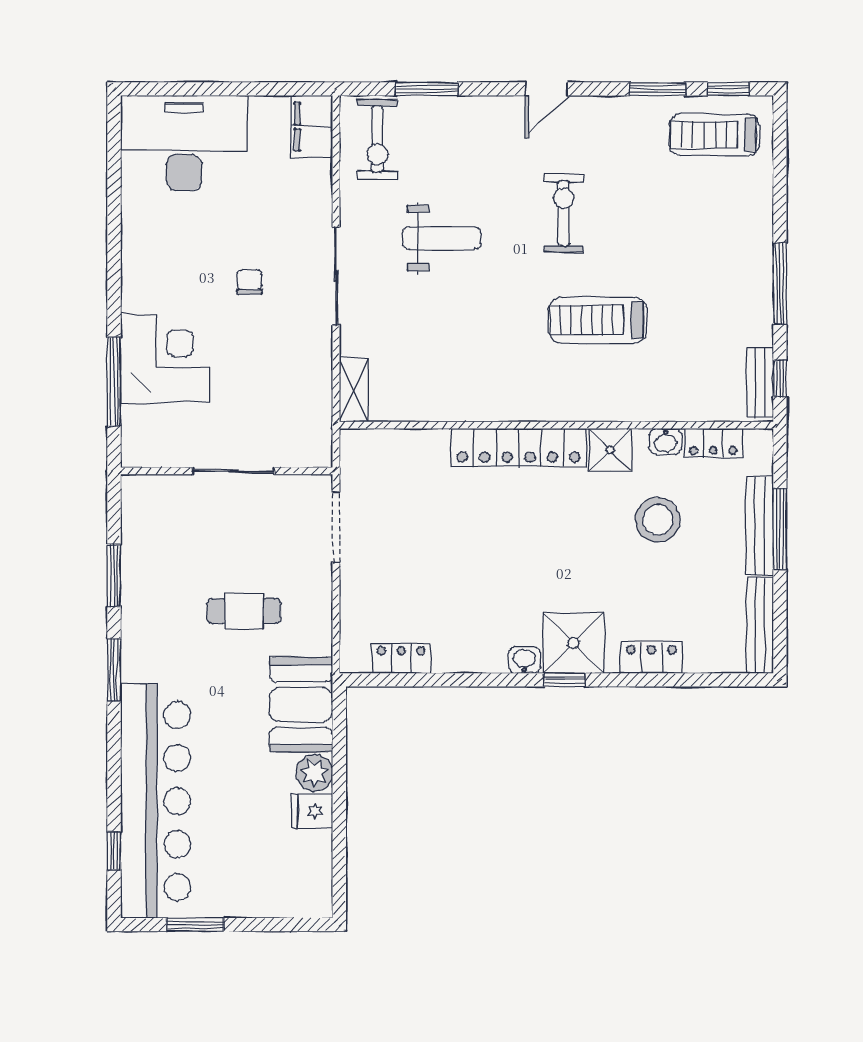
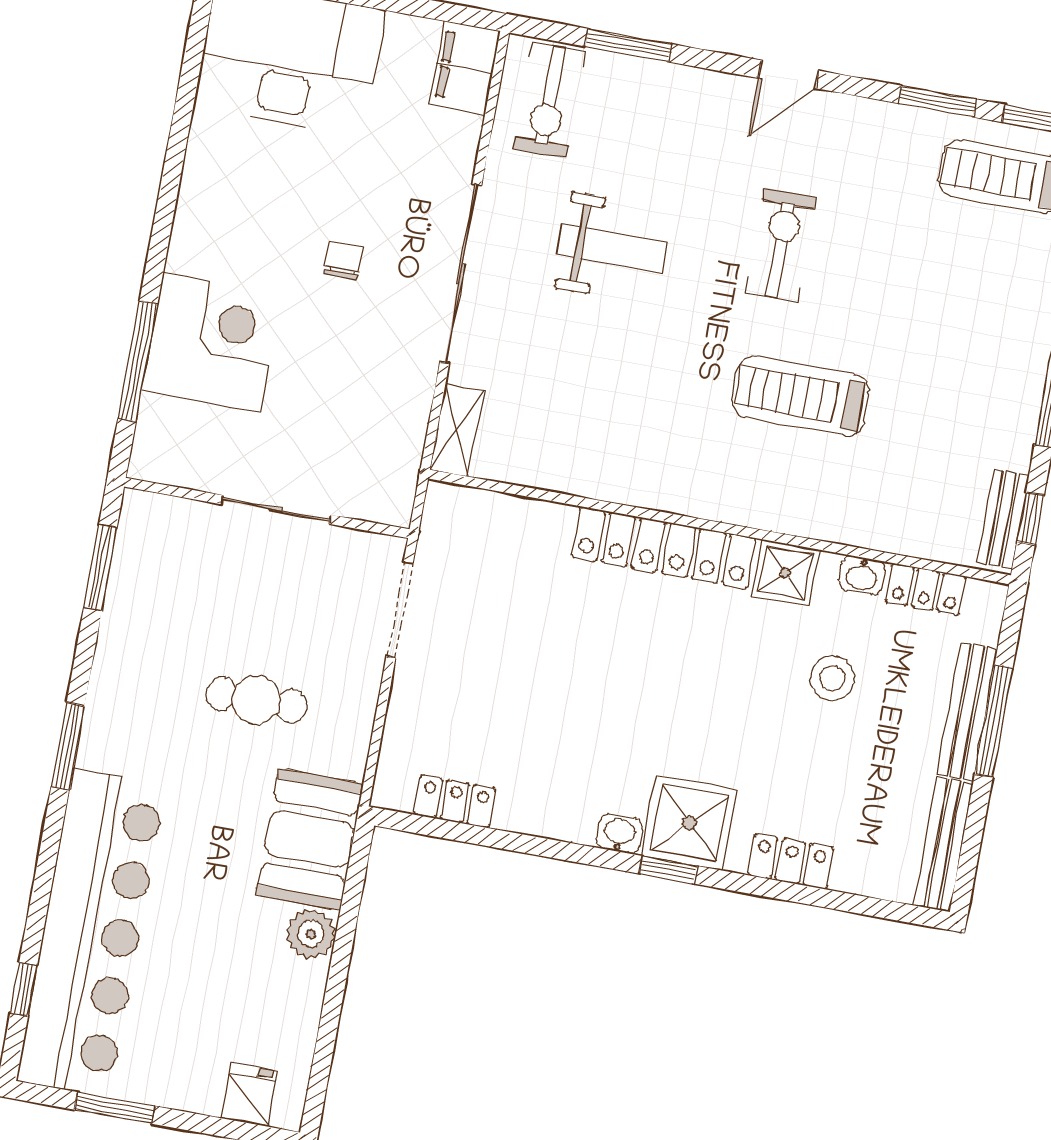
sliding door: (336, 276) -> (461, 274), width x1.36
stool: (658, 520) -> (832, 678), width x0.73, depth x0.73
window: (114, 576) -> (100, 567), moved
fridge: (312, 811) -> (249, 1095), moved, turned 90

